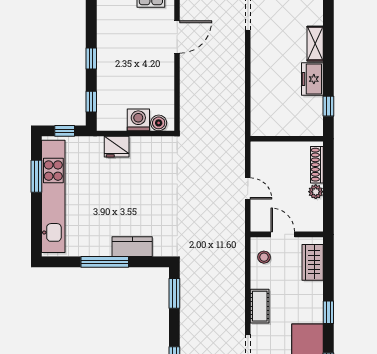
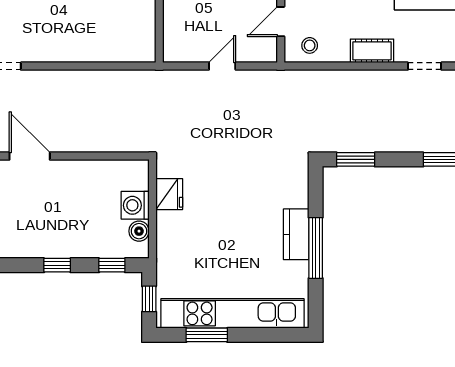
boiler: (159, 123) -> (139, 231), moved
fridge: (117, 147) -> (169, 194), moved
kitchen counter: (132, 247) -> (296, 234), moved

